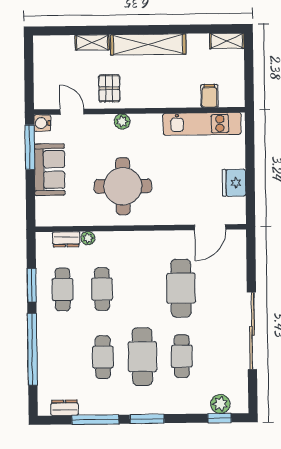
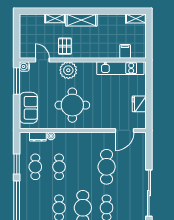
shelving: (148, 44) -> (81, 20), width x0.68
plant: (122, 122) -> (68, 70), width x1.87, depth x1.87
sofa: (50, 170) -> (28, 108), moved

